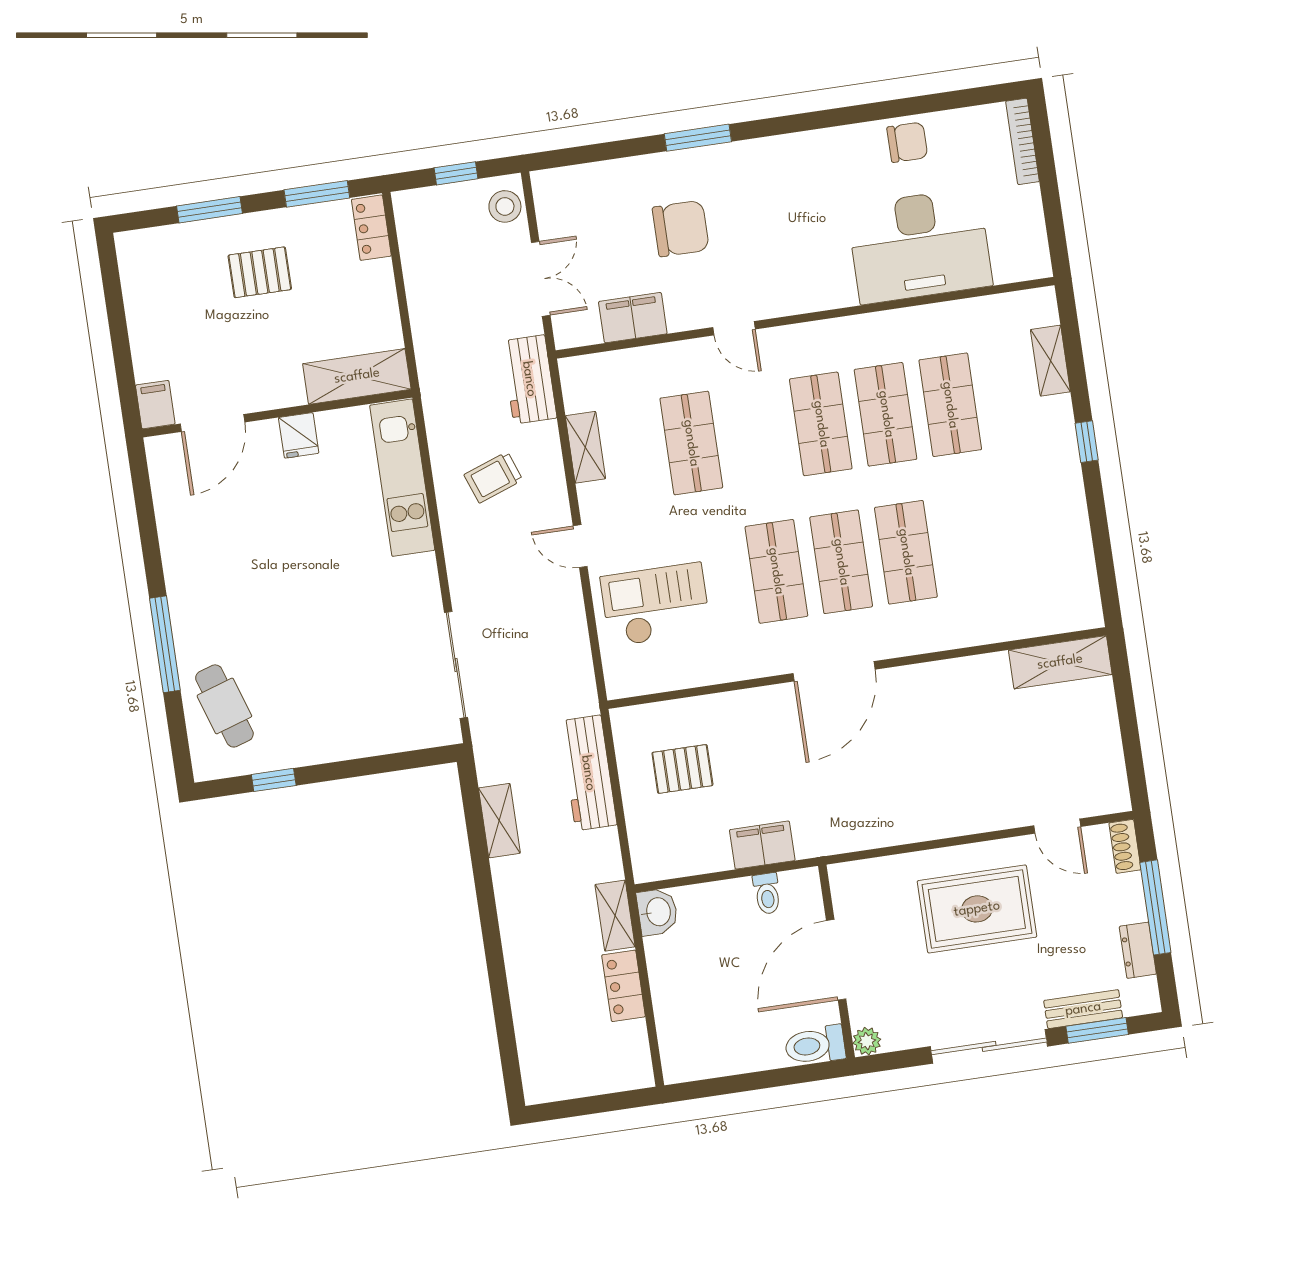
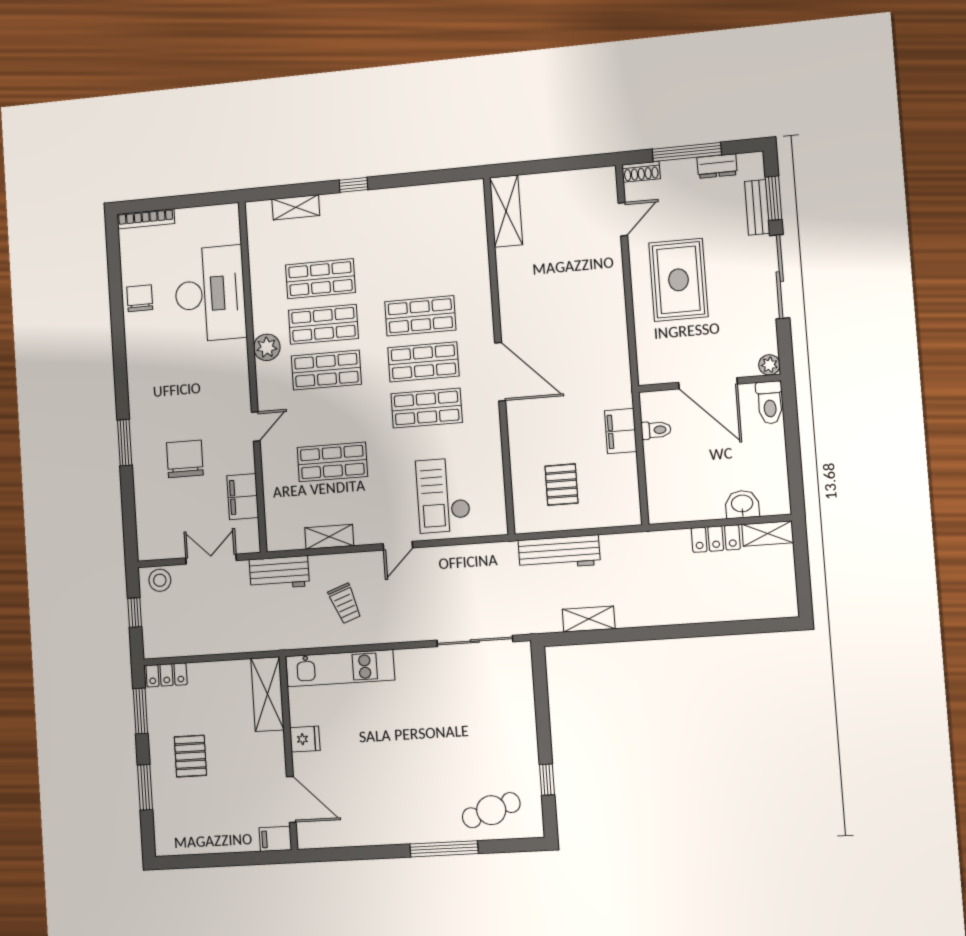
plant: (848, 335) -> (267, 347), added
washbasin: (657, 912) -> (742, 504), moved
shelving: (615, 916) -> (768, 533), moved

